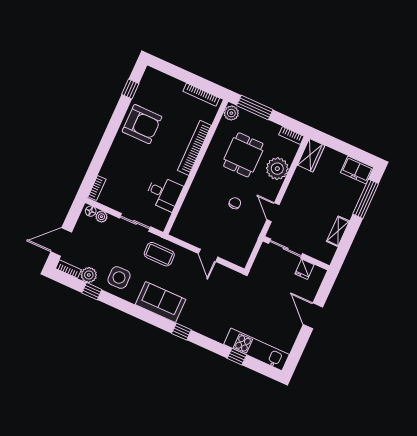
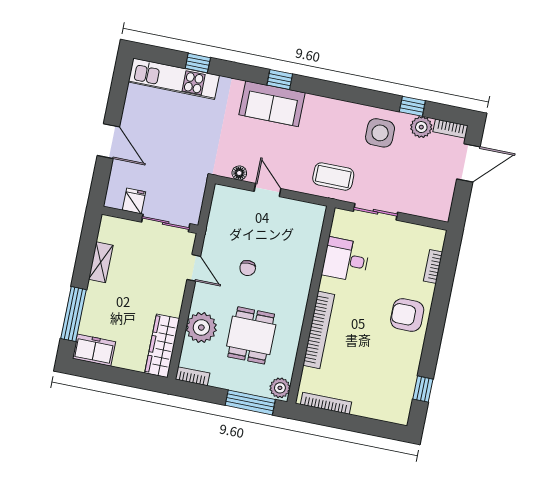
armchair: (142, 124) -> (407, 315), moved, width x0.73, depth x0.73
wardrobe: (311, 155) -> (162, 346), width x1.50
bookcase: (97, 188) -> (433, 266), moved
floor lamp: (91, 211) -> (239, 173), moved
plant: (101, 217) -> (422, 209), removed
sofa: (161, 302) -> (272, 104), moved

